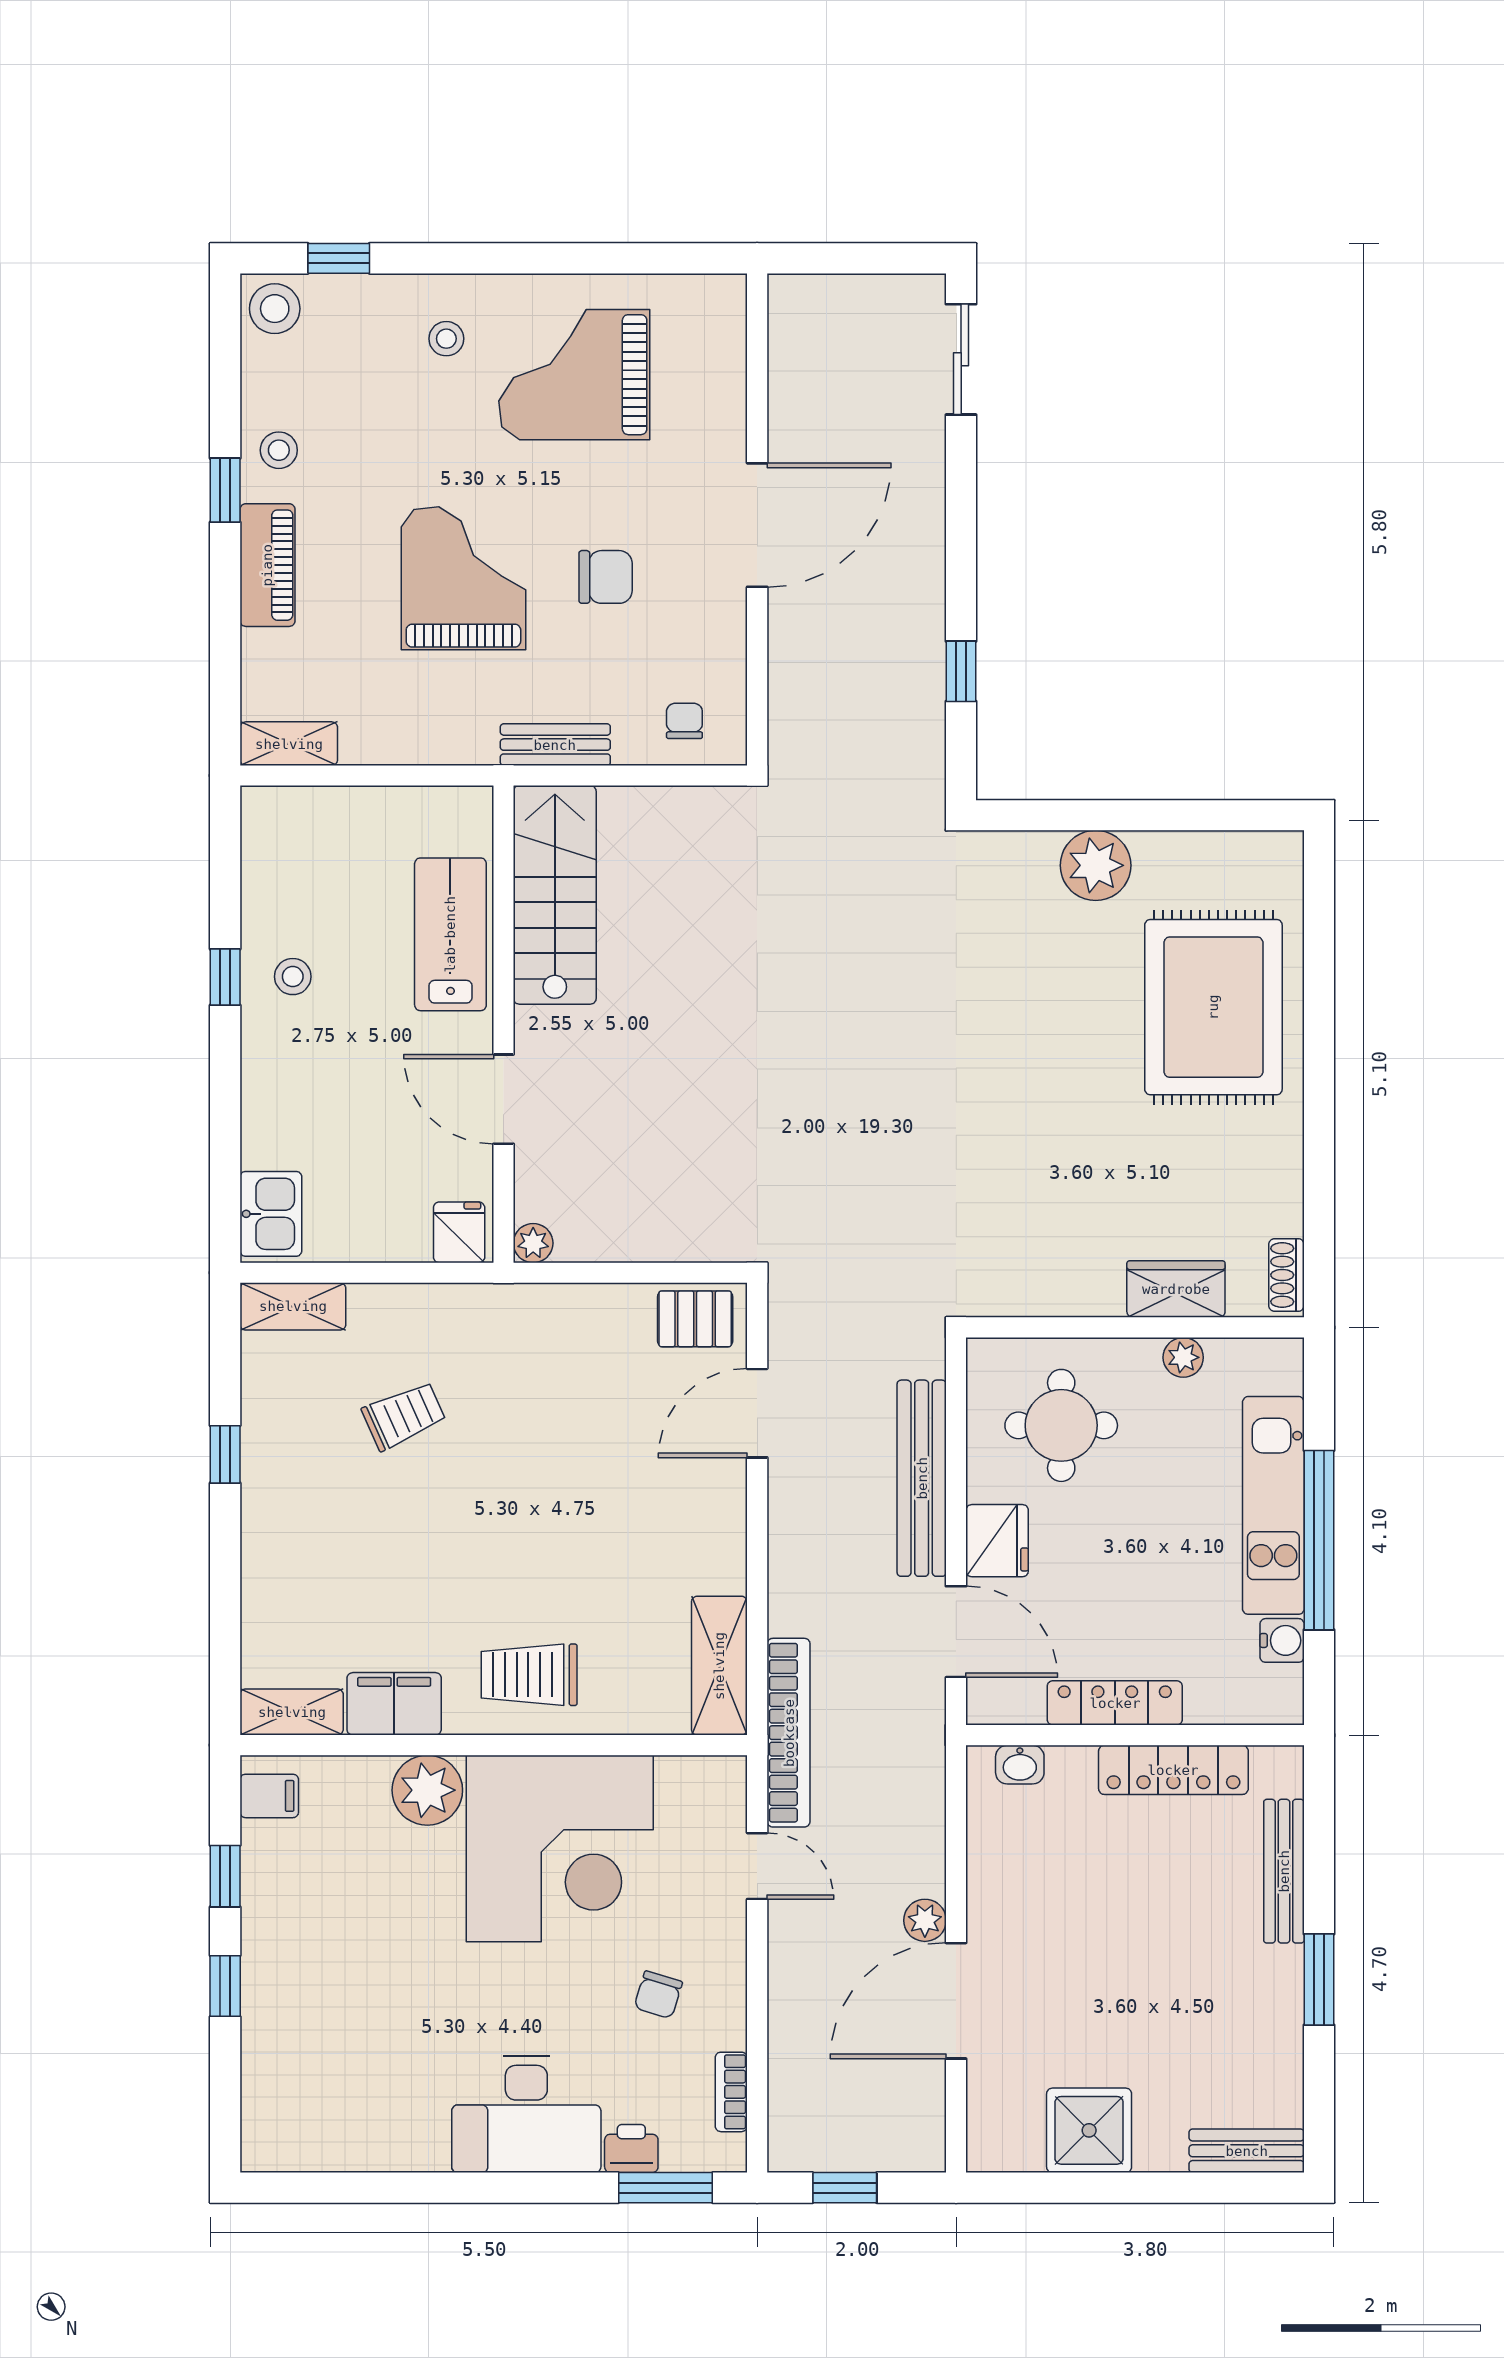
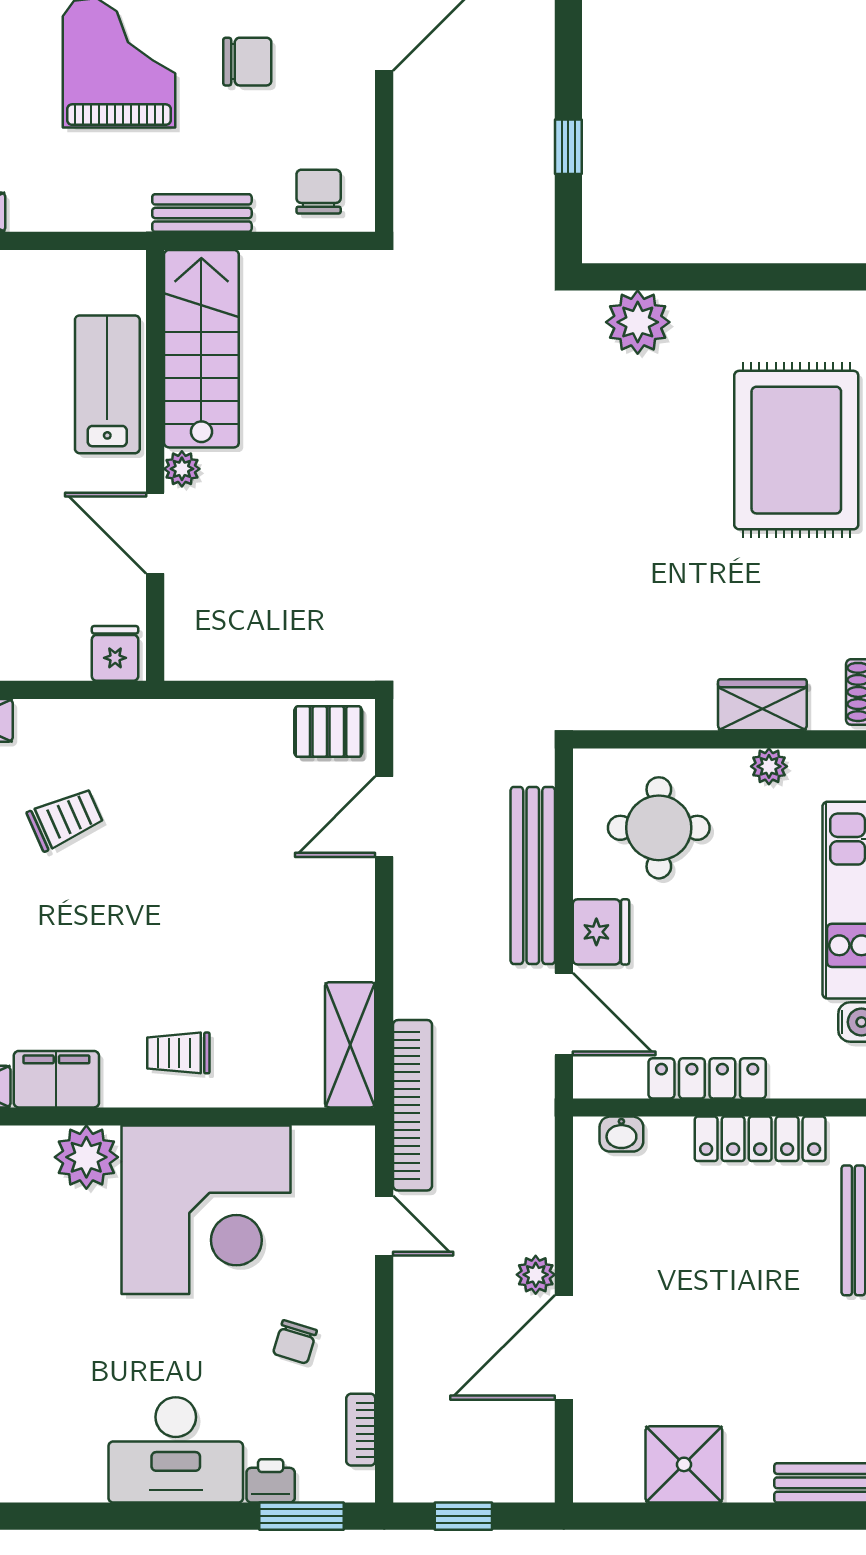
chair: (684, 721) -> (319, 192), width x1.37, depth x1.37
plant: (1096, 865) -> (638, 322), moved
plant: (533, 1243) -> (182, 469), moved
trolley: (529, 1675) -> (178, 1053), width x0.73, depth x0.72

